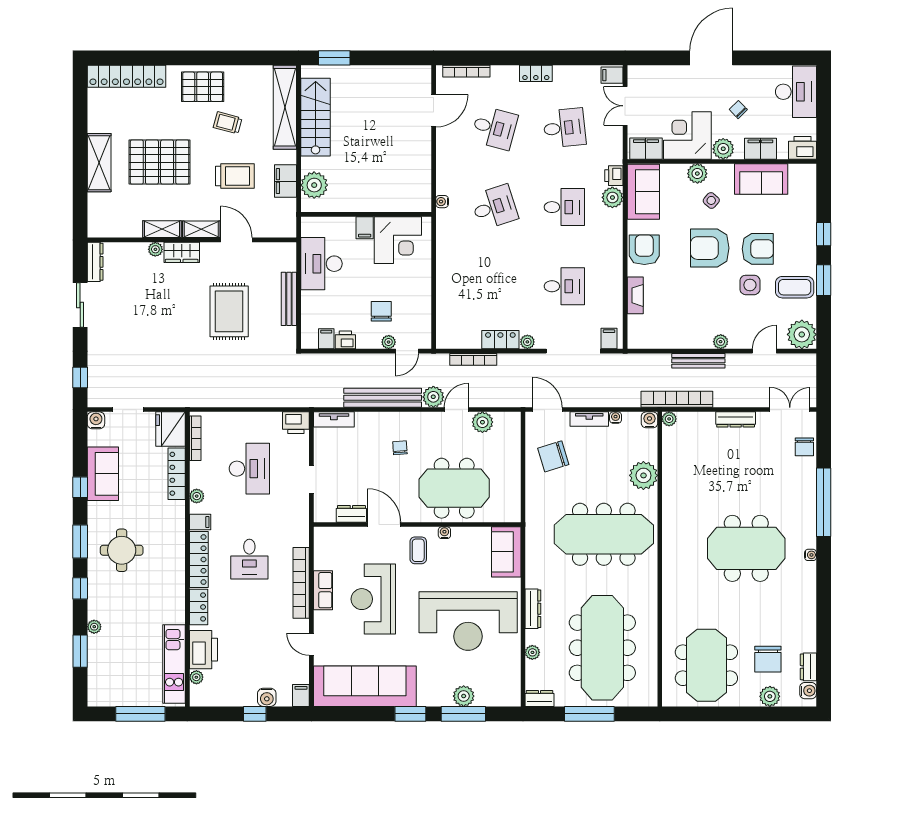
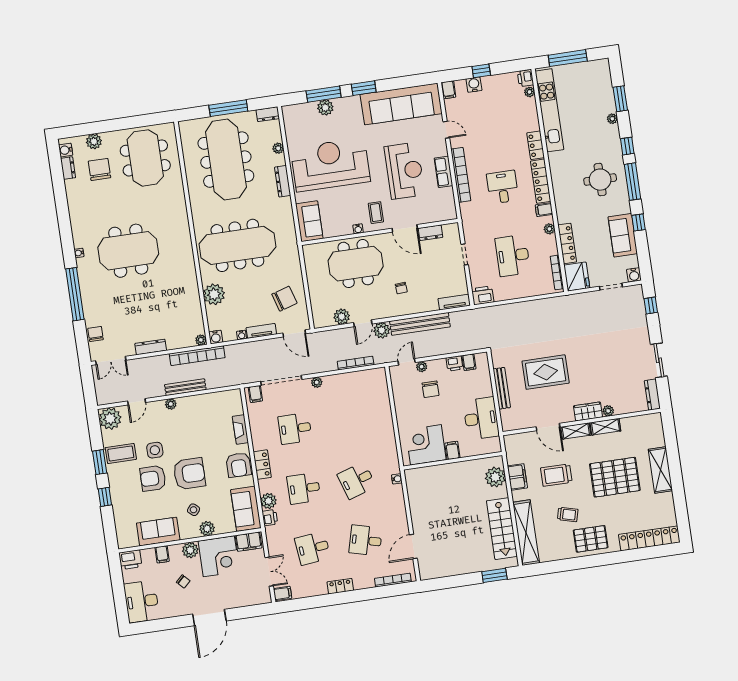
filing cabinet: (760, 149) -> (162, 554), width x0.50
rug: (229, 311) -> (546, 372), turned 90
locker: (500, 340) -> (262, 465), moved, turned -90
window: (80, 541) -> (632, 182), width x1.44
printer: (203, 650) -> (525, 78), moved, width x0.53, depth x0.68
kitchen unit: (174, 664) -> (549, 110), width x1.36

